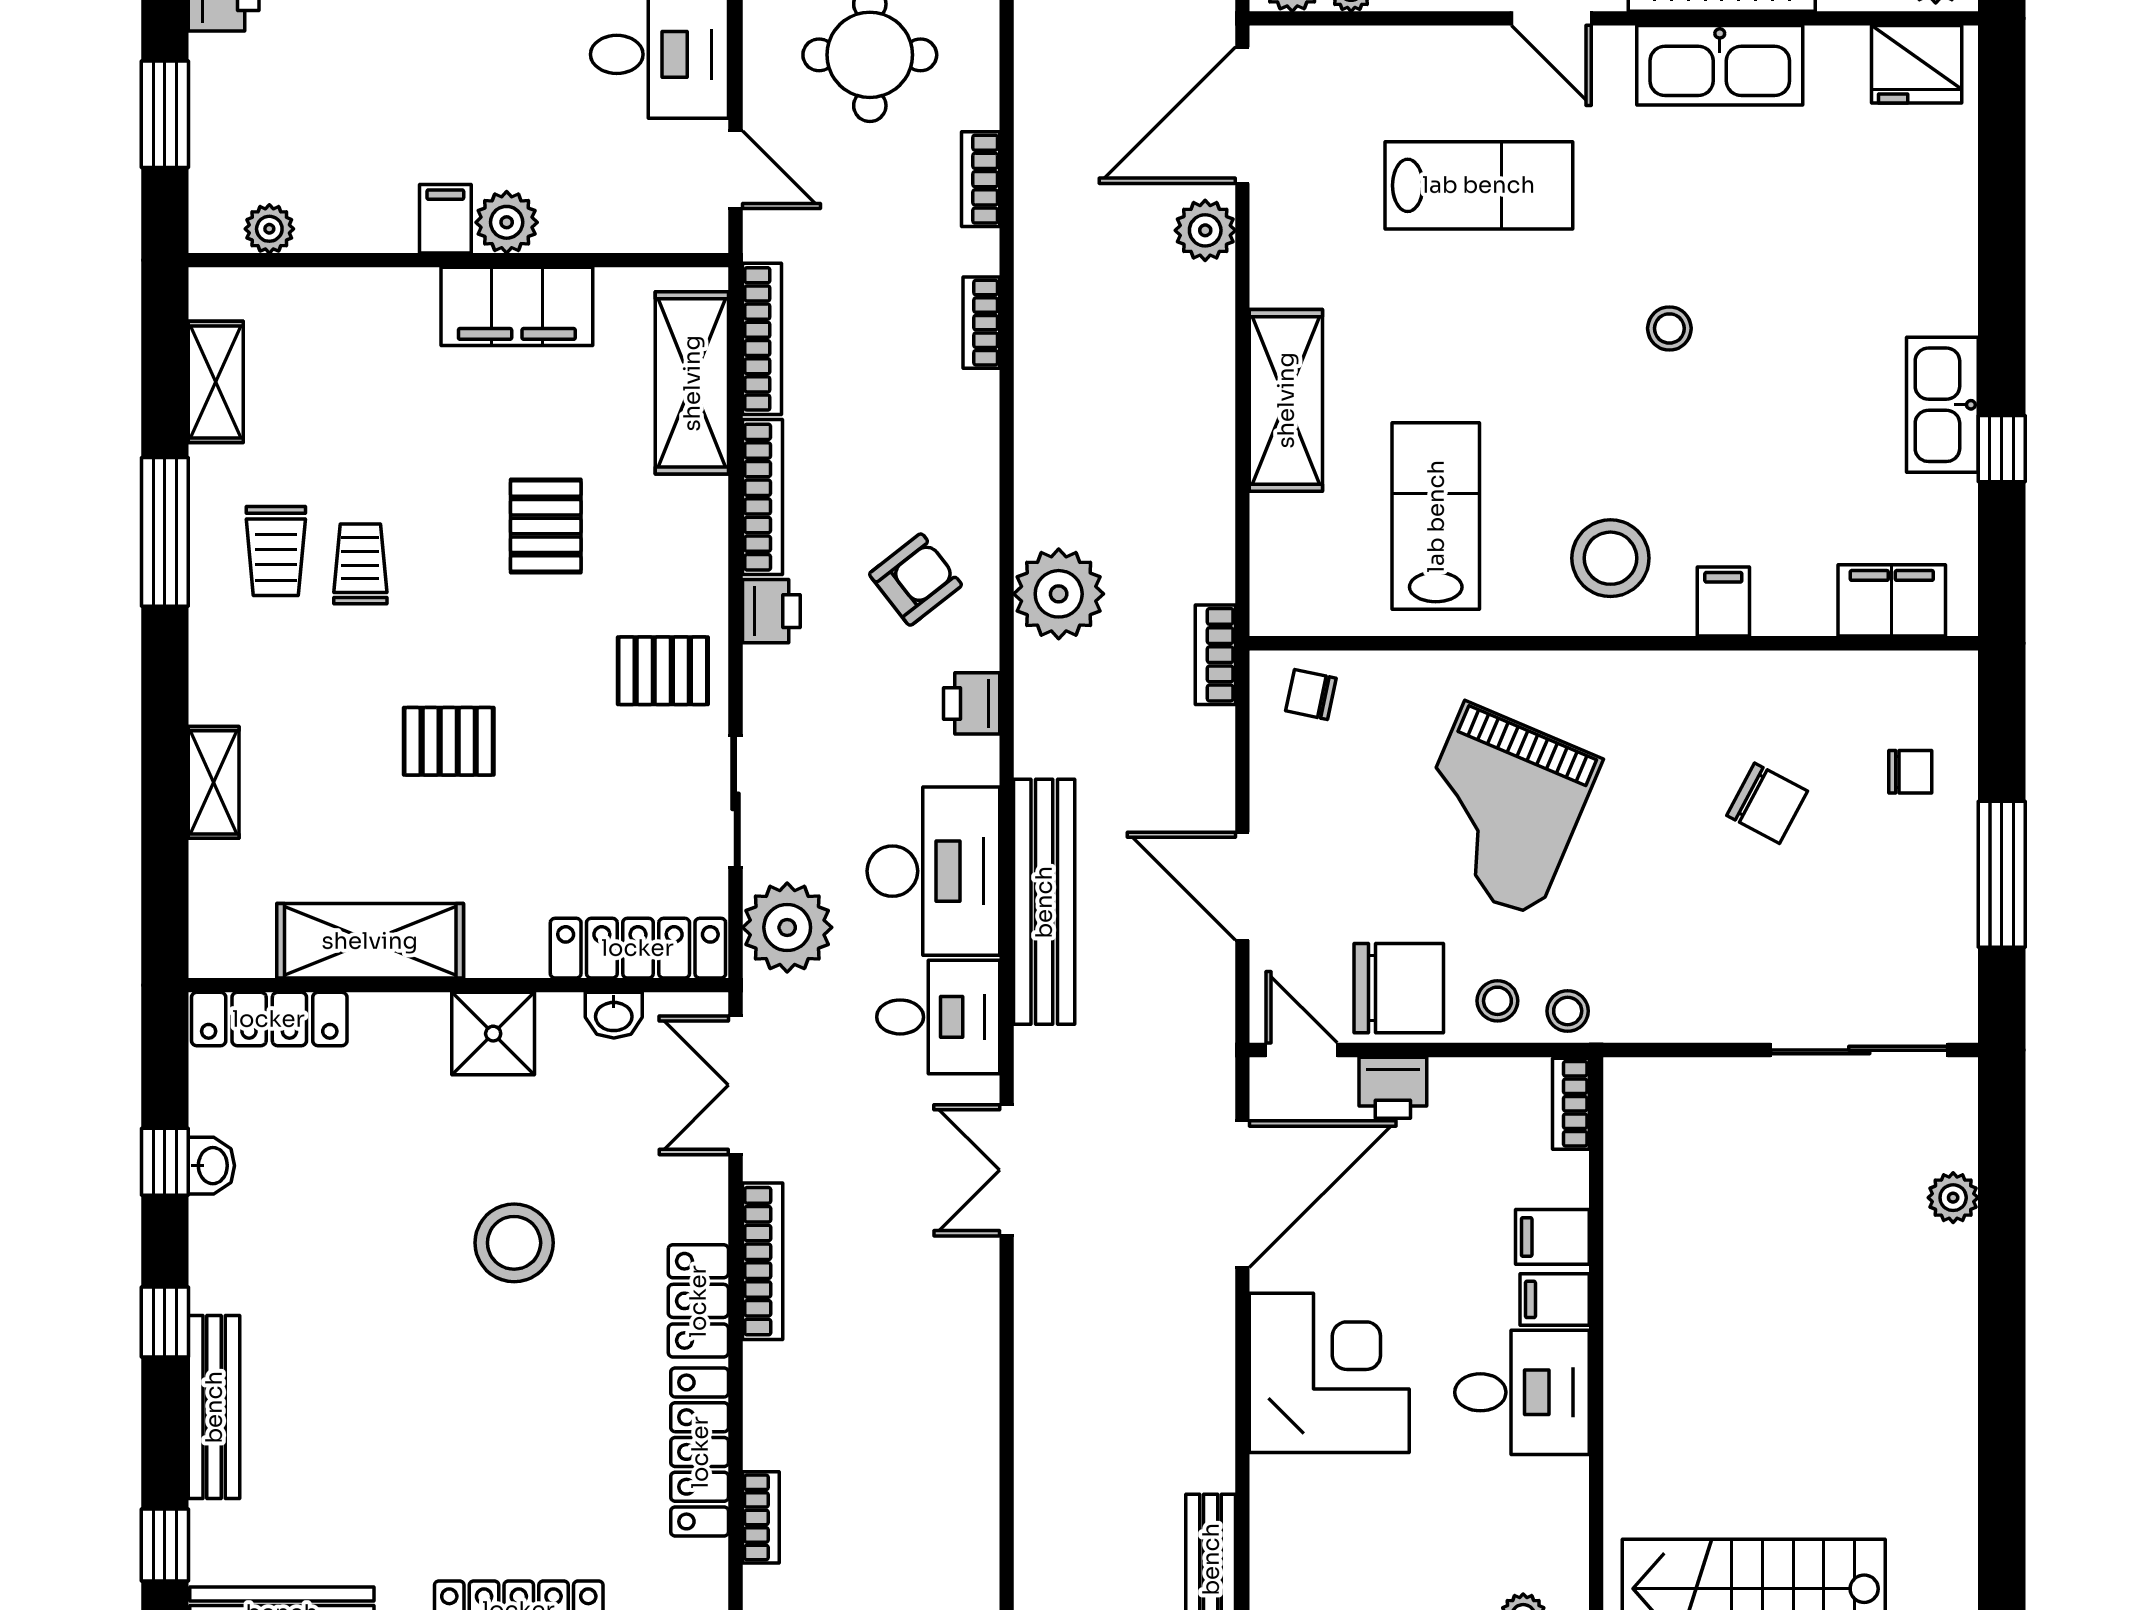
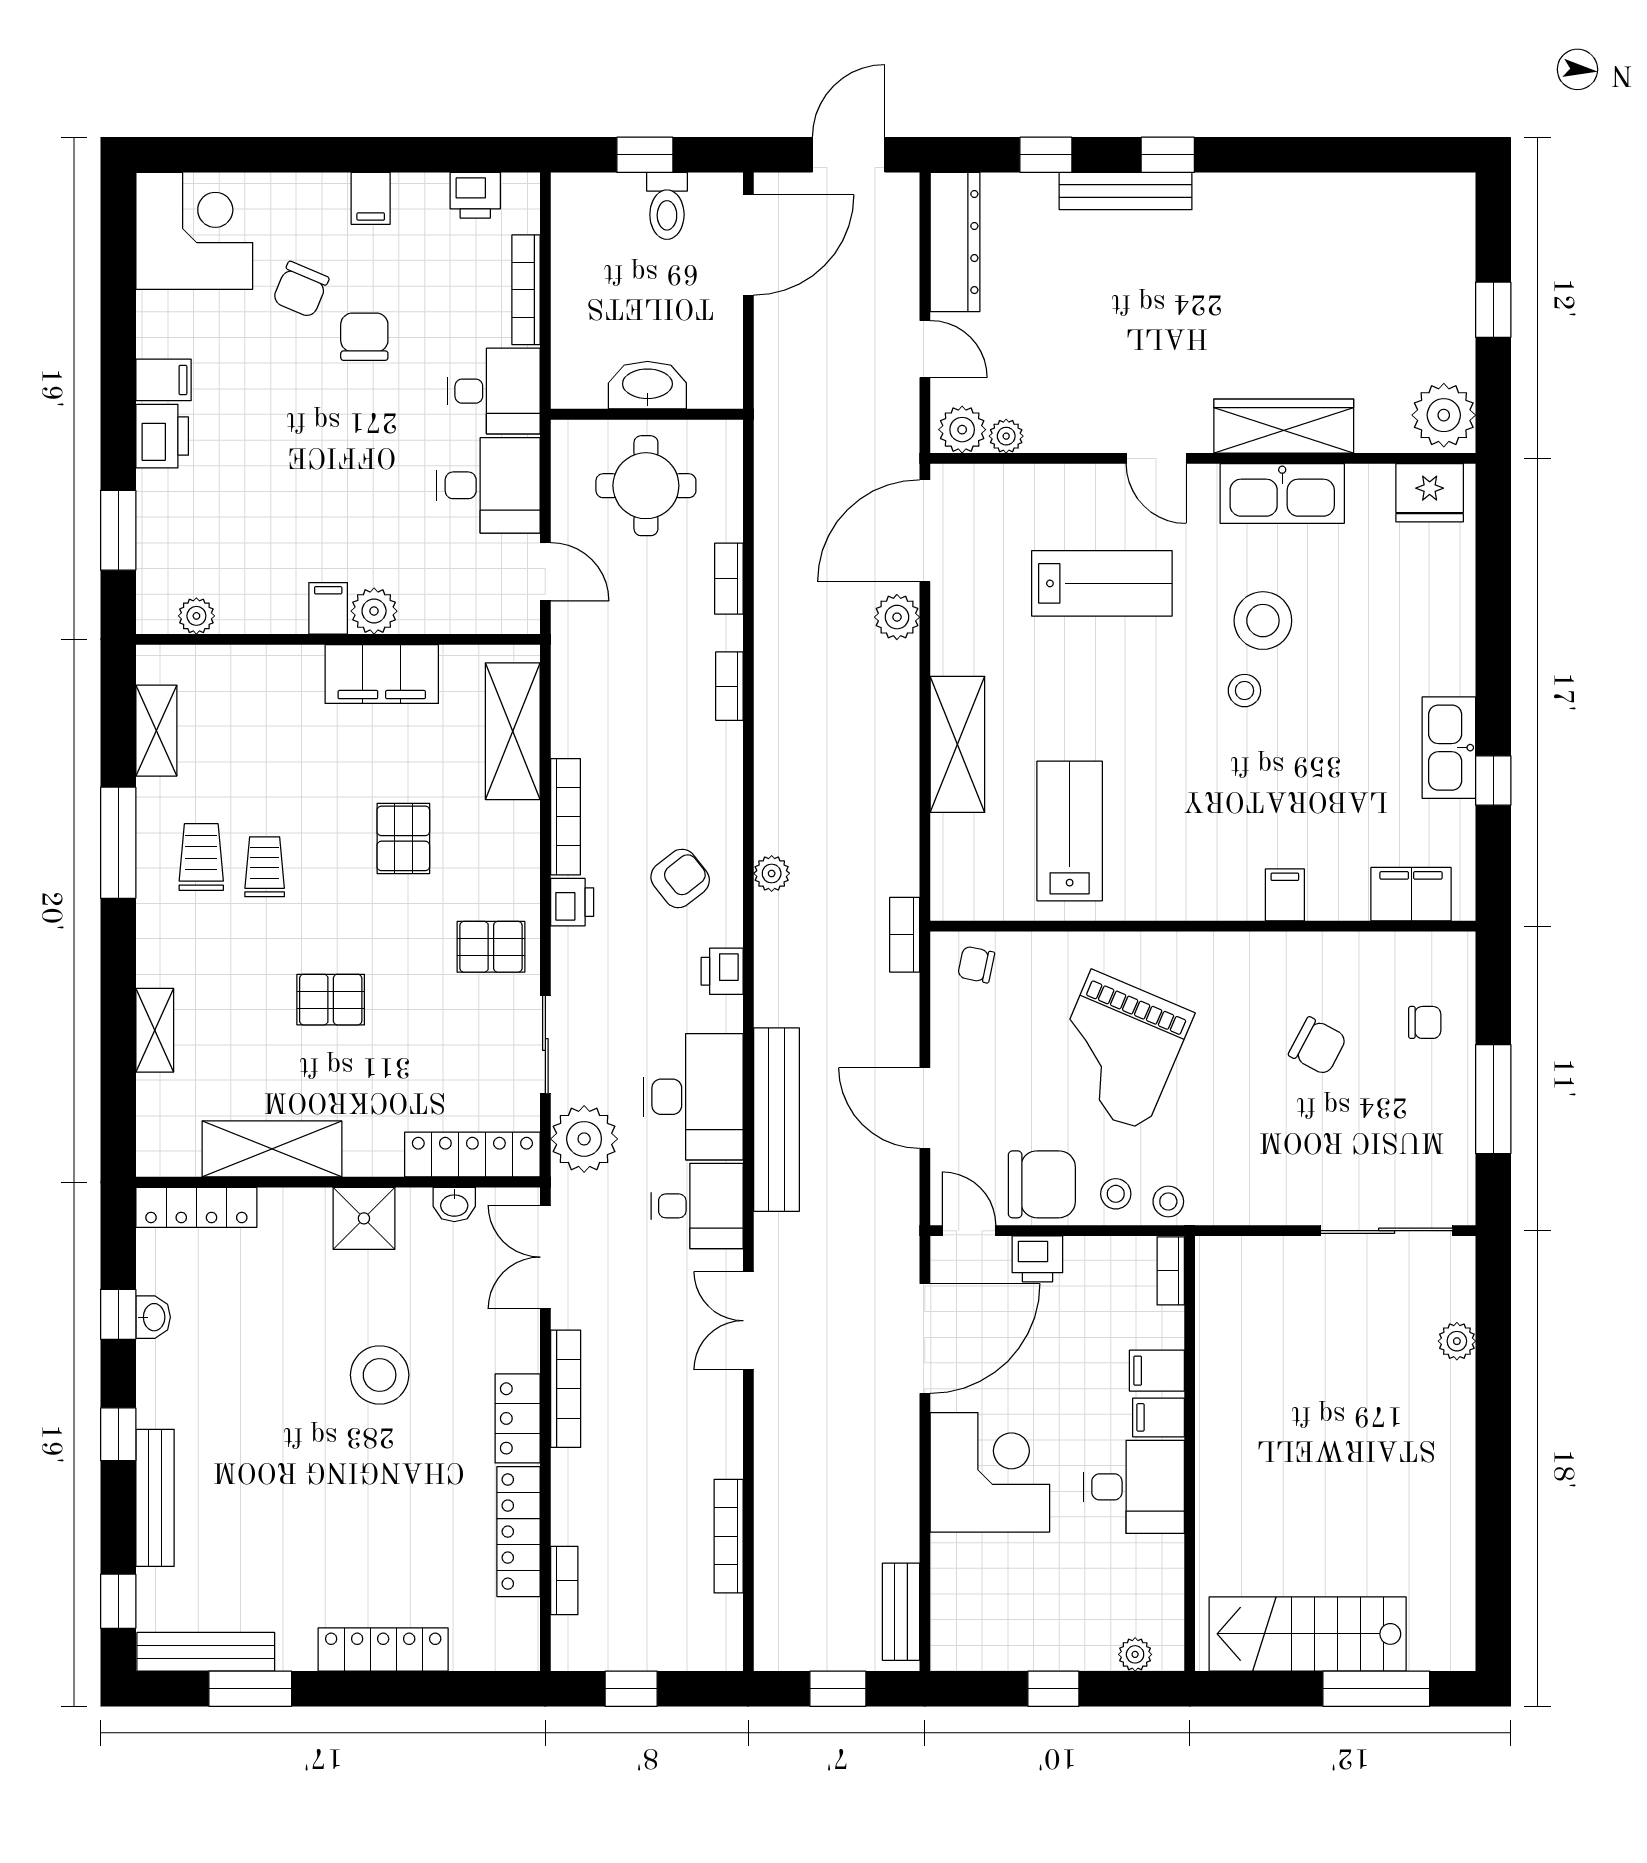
bookcase: (762, 339) -> (729, 1536), moved, turned 180
trolley: (276, 551) -> (201, 857), turned 180
stool: (1610, 558) -> (1263, 621), moved
plant: (1059, 594) -> (772, 873), width x0.53, depth x0.53

